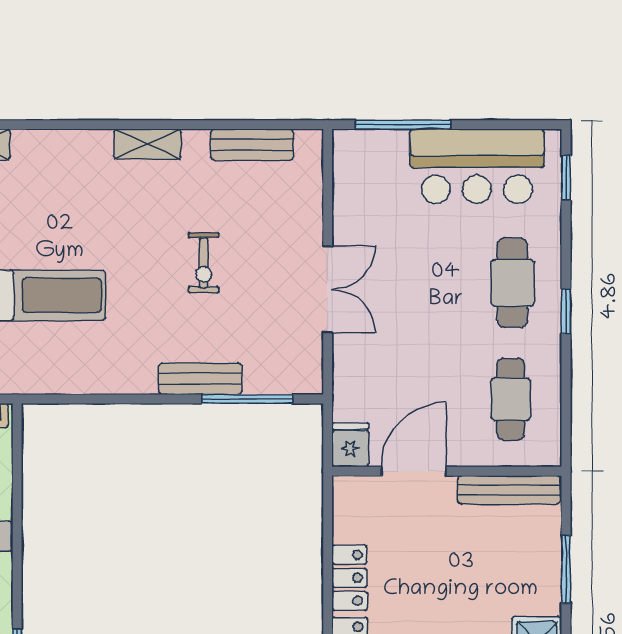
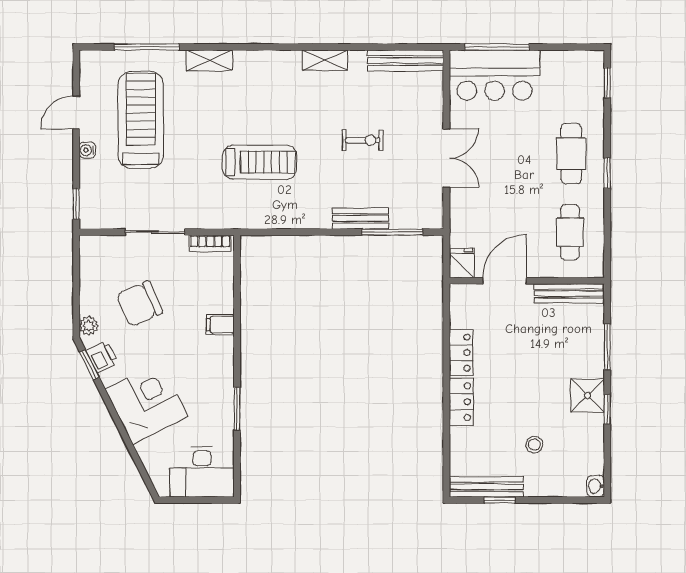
bench: (252, 145) -> (406, 61), width x1.36
bar counter: (477, 166) -> (495, 75), moved
exercise bike: (204, 263) -> (363, 140), turned -90

